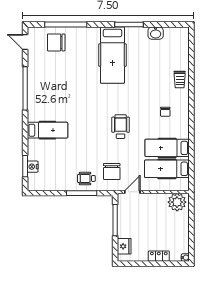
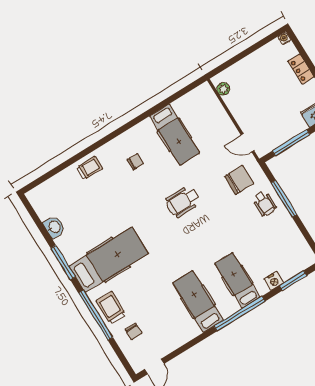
window: (66, 25) -> (96, 315), moved
trolley: (80, 37) -> (111, 308), added
chair: (56, 42) -> (134, 331), width x0.54, depth x0.54
window: (25, 88) -> (240, 314), moved
nightstand: (33, 167) -> (274, 281), moved
hospital bed: (167, 169) -> (198, 302), moved, turned 180
plant: (177, 202) -> (223, 89), width x0.53, depth x0.53

